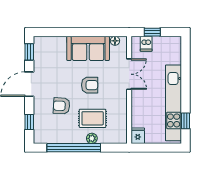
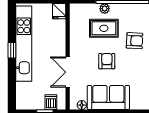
armchair: (90, 85) -> (107, 61), turned 90
window: (186, 121) -> (12, 50), moved

